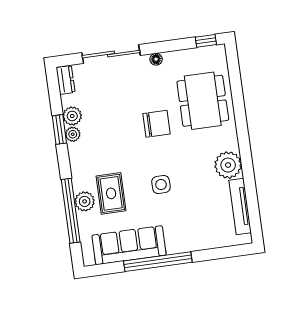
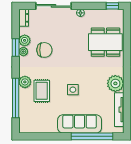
dining table: (203, 101) -> (105, 42), turned 90
chair: (157, 124) -> (44, 50), moved
plant: (85, 201) -> (25, 82), moved
sofa: (129, 245) -> (80, 124), moved
window: (158, 262) -> (92, 136), moved

